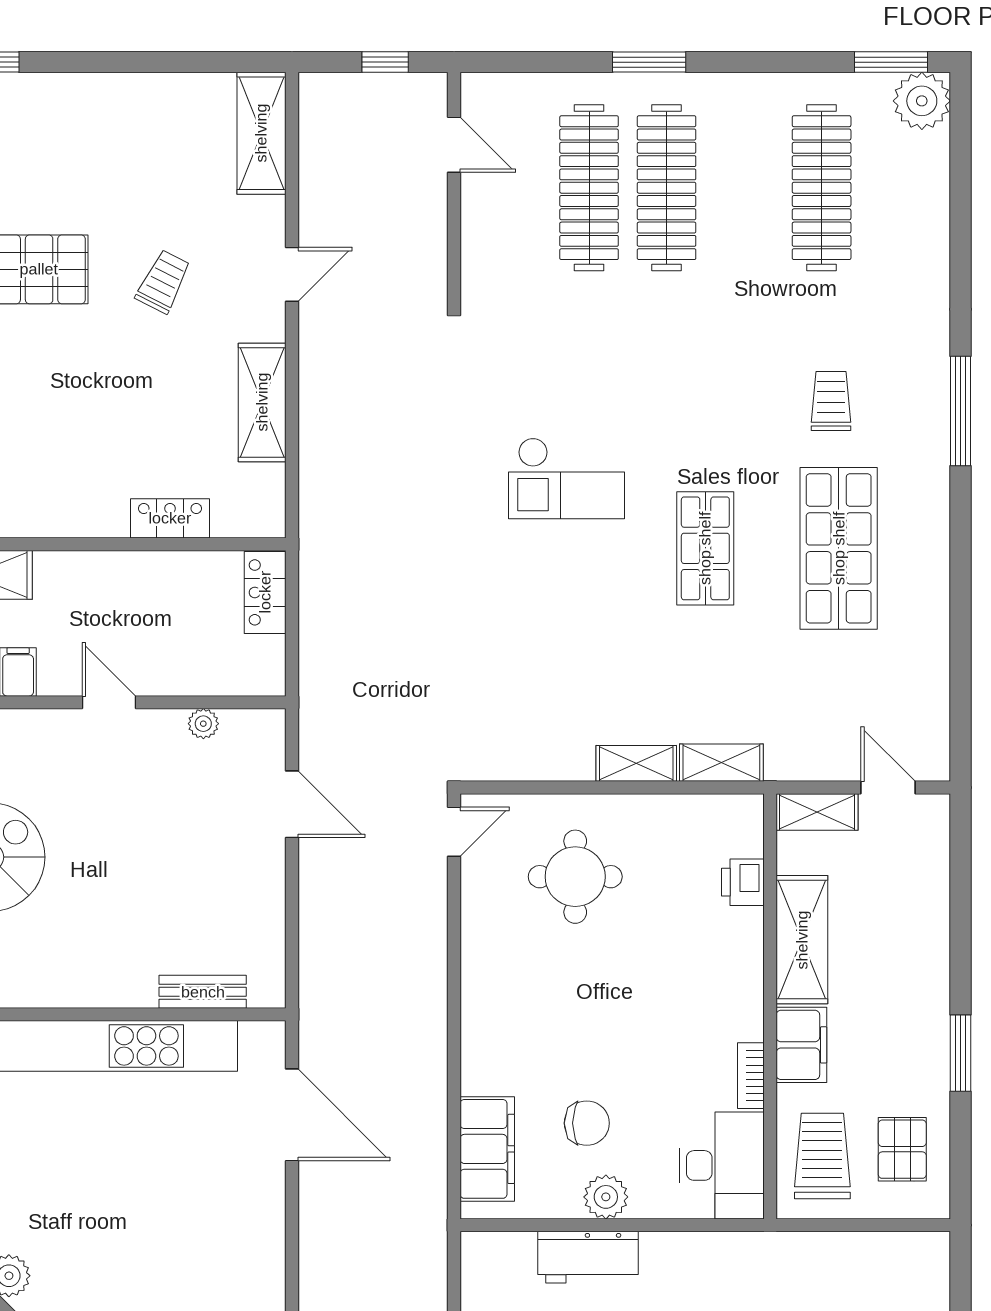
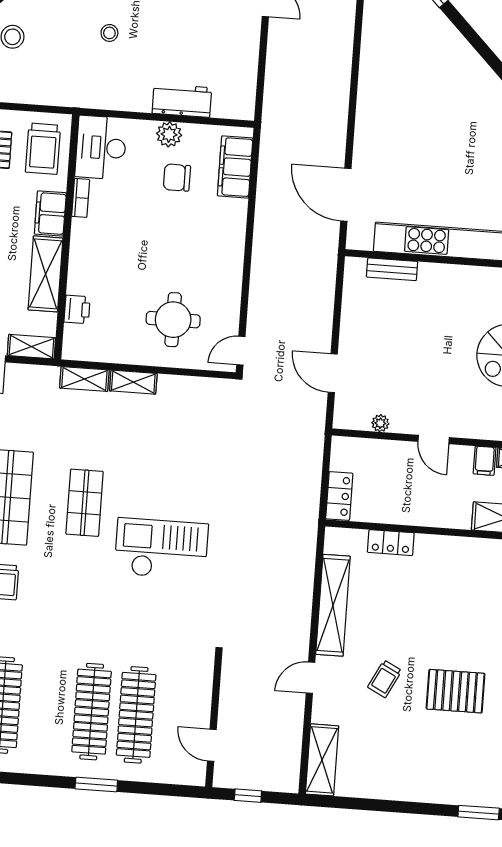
shelving: (262, 402) -> (333, 605), width x1.47
checkout: (567, 478) -> (161, 549), width x1.36, depth x1.21

